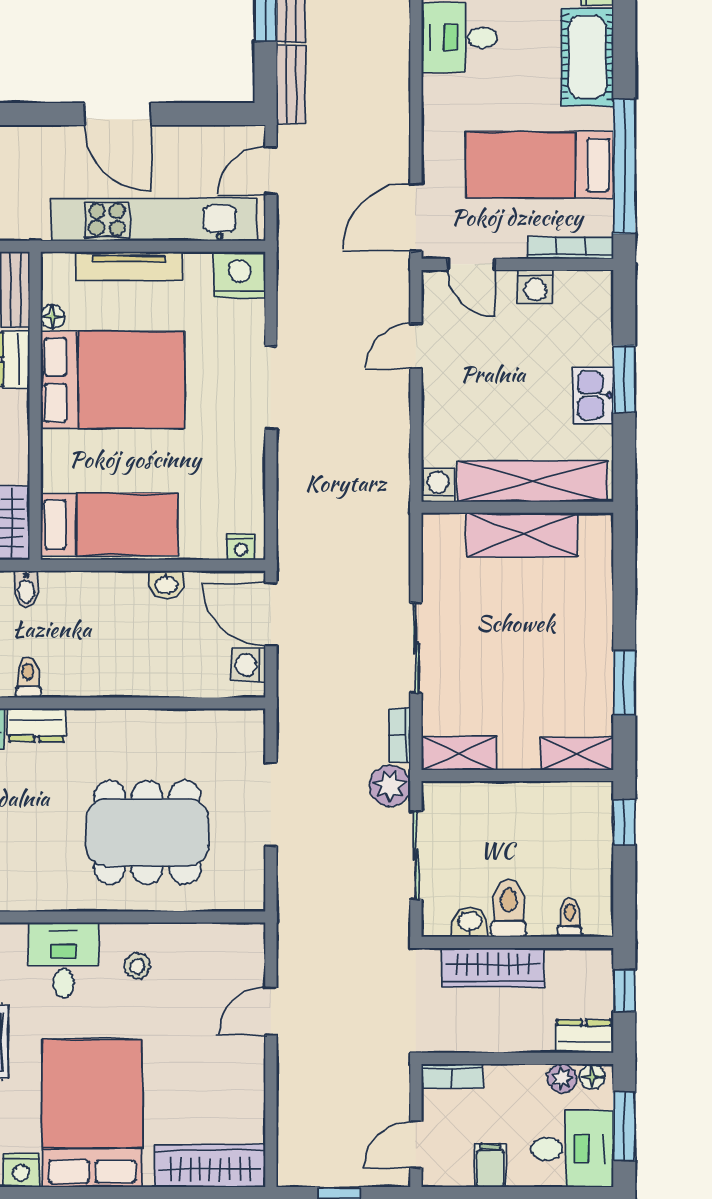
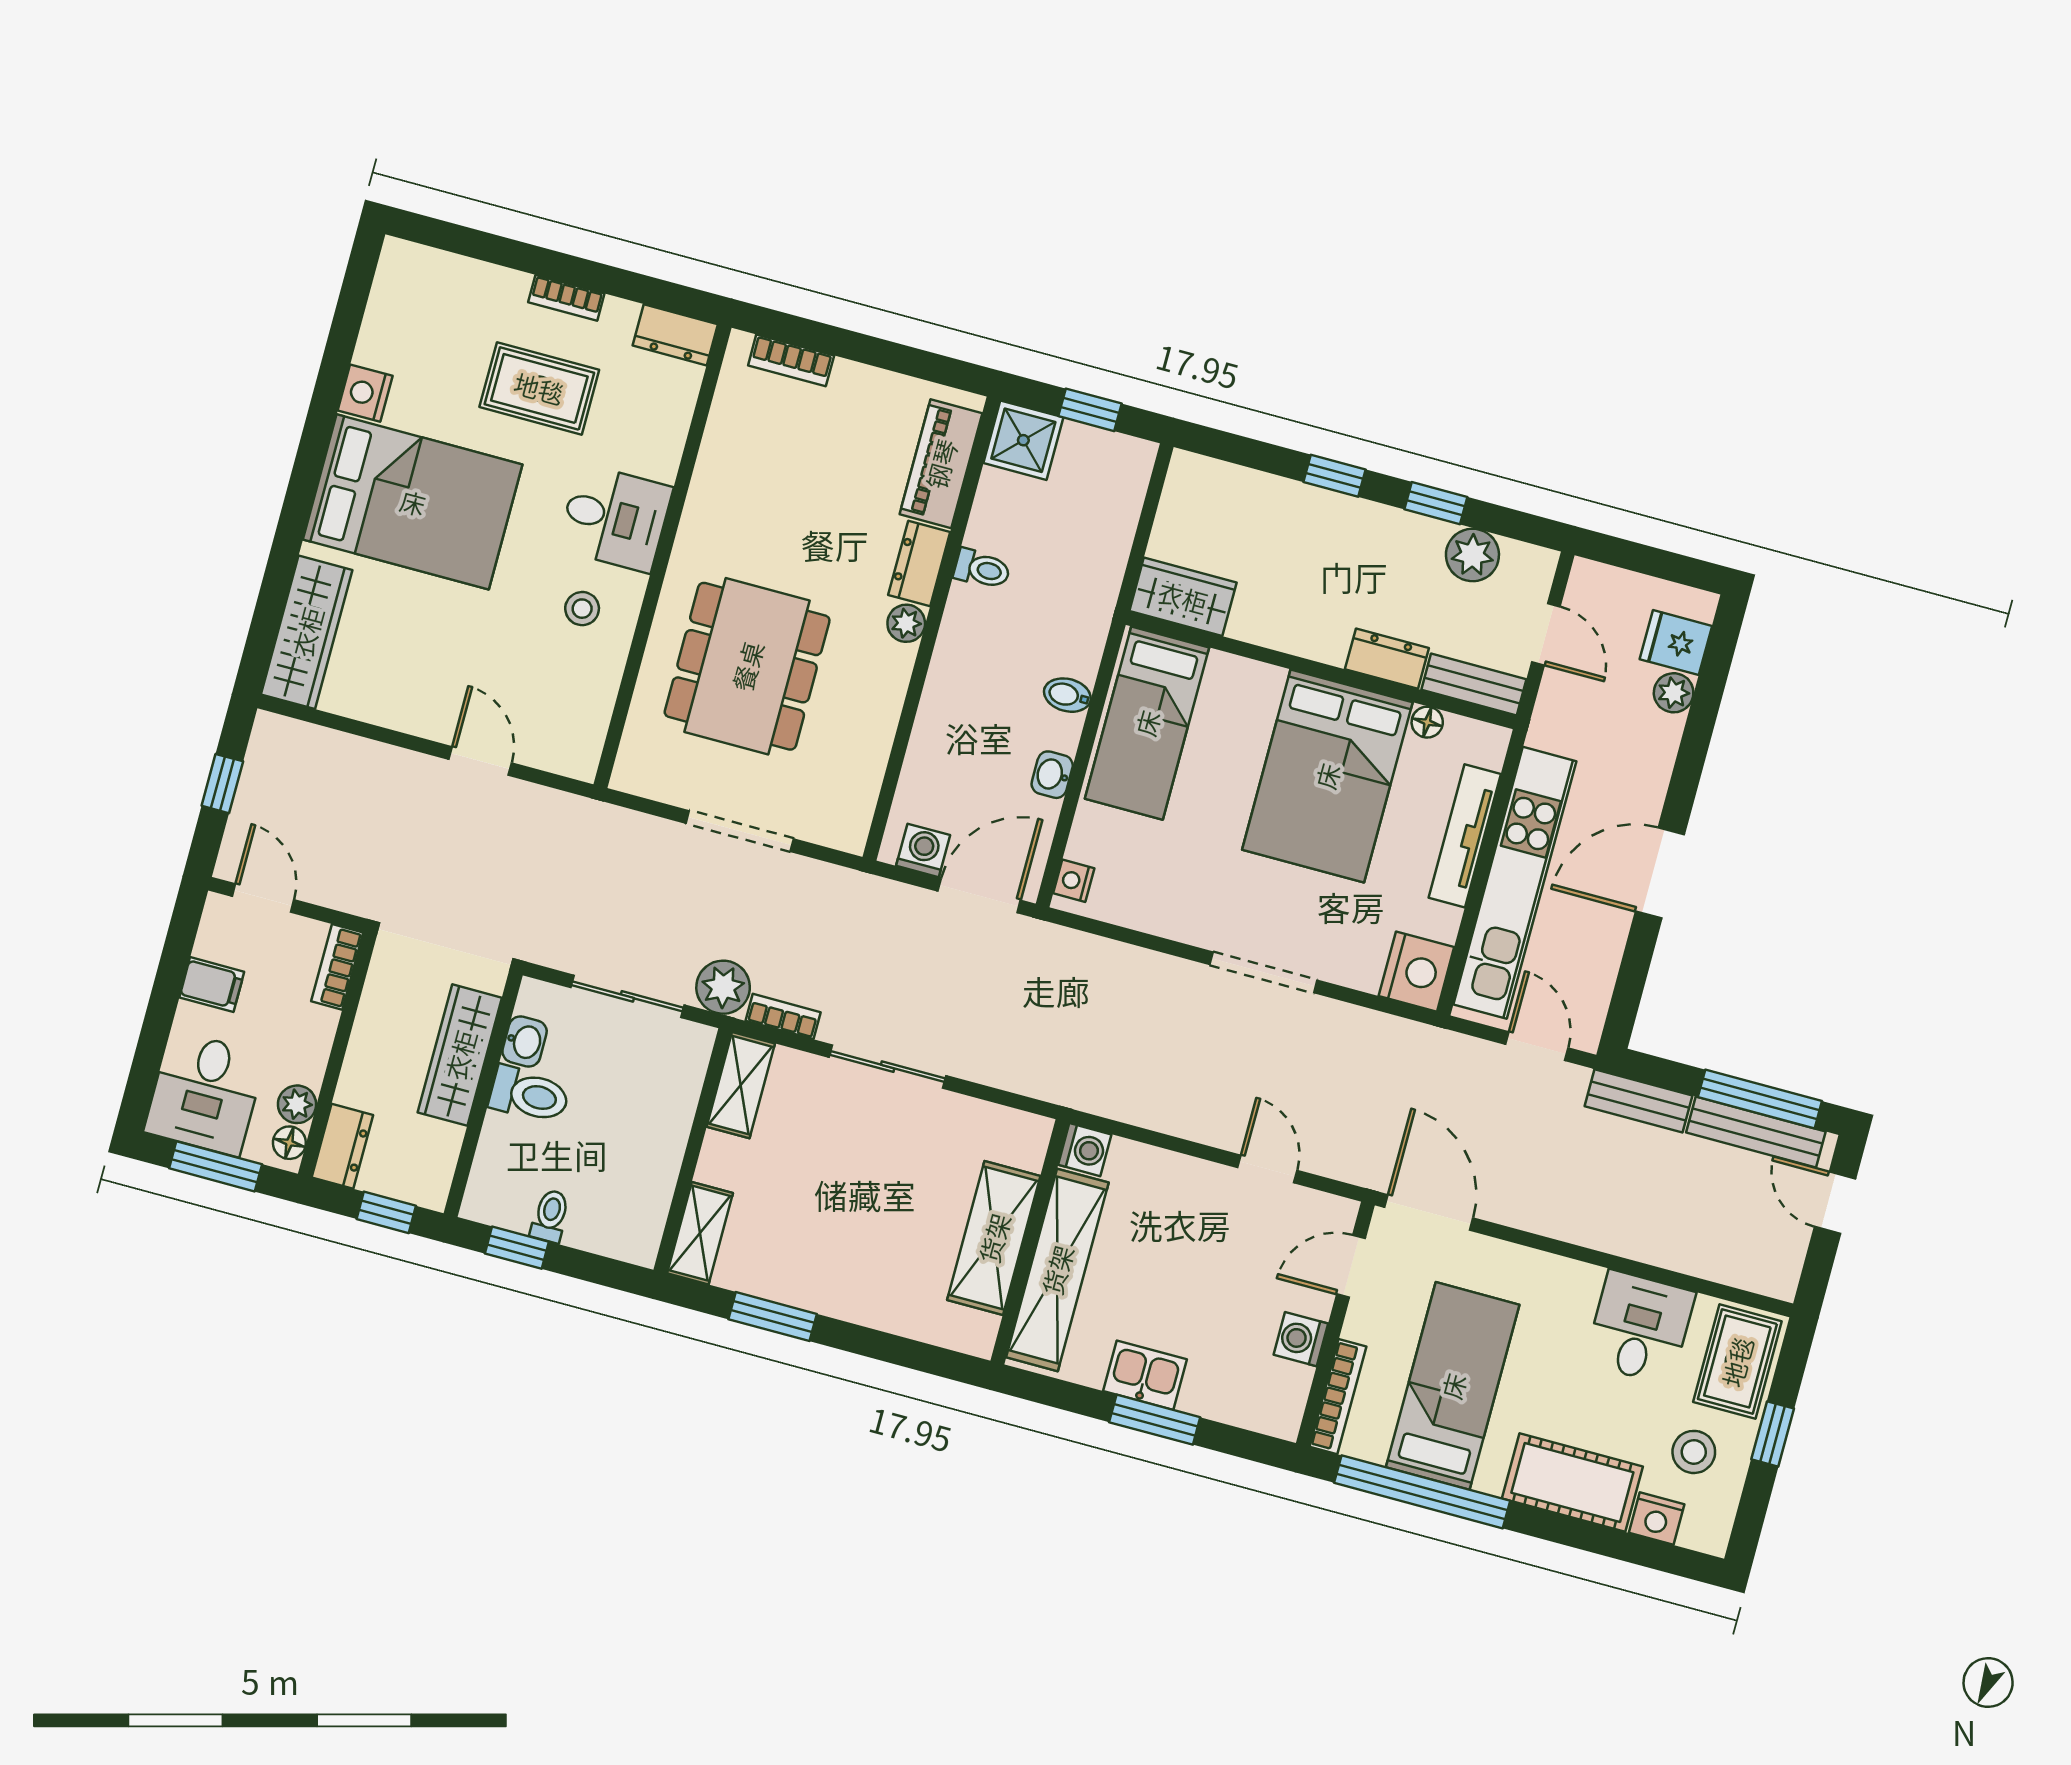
bidet: (26, 589) -> (1067, 695), moved
plant: (83, 723) -> (906, 623), added
window: (624, 822) -> (517, 1248), moved
toilet: (570, 918) -> (550, 1216), moved, turned -90

